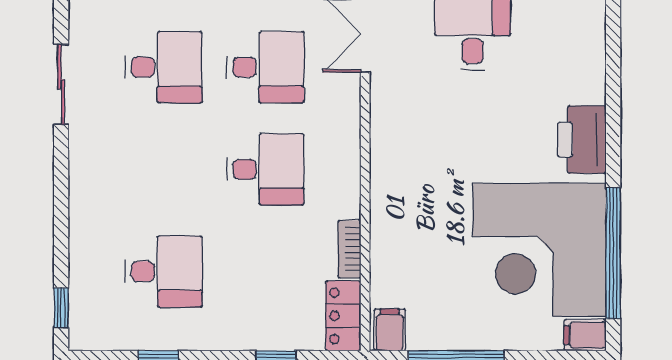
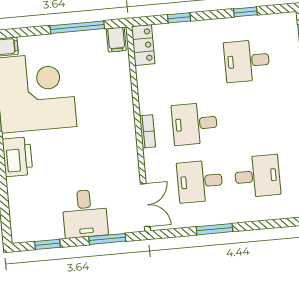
desk: (164, 67) -> (257, 176), turned 180
bookcase: (349, 249) -> (148, 131), moved

